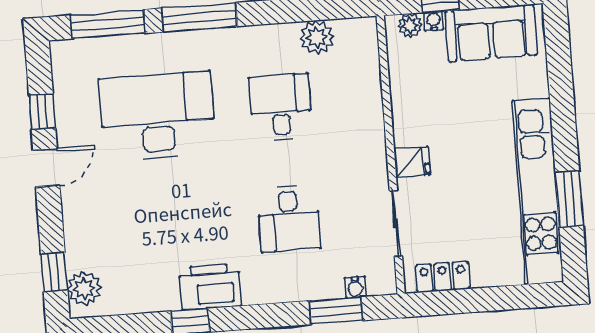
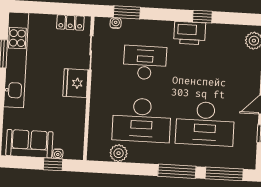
plant: (410, 25) -> (70, 153), removed
desk: (281, 107) -> (142, 120), width x1.87, depth x1.30
fridge: (412, 162) -> (75, 83), width x1.88, depth x1.34
desk: (289, 218) -> (145, 63), width x1.37

